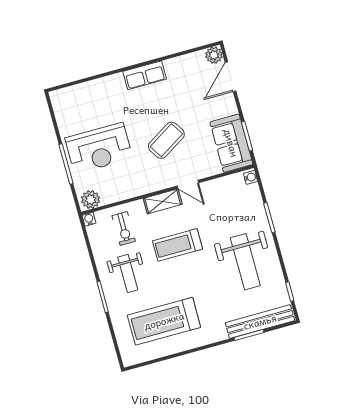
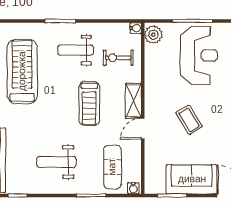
coffee table: (166, 140) -> (189, 120), width x0.73, depth x0.77
sofa: (231, 143) -> (192, 179), moved
reception desk: (99, 148) -> (199, 55), turned 180
exercise mat: (235, 204) -> (112, 167), added
treadmill: (178, 245) -> (89, 103), turned 180
weight bench: (245, 262) -> (56, 162), width x0.73, depth x0.75

